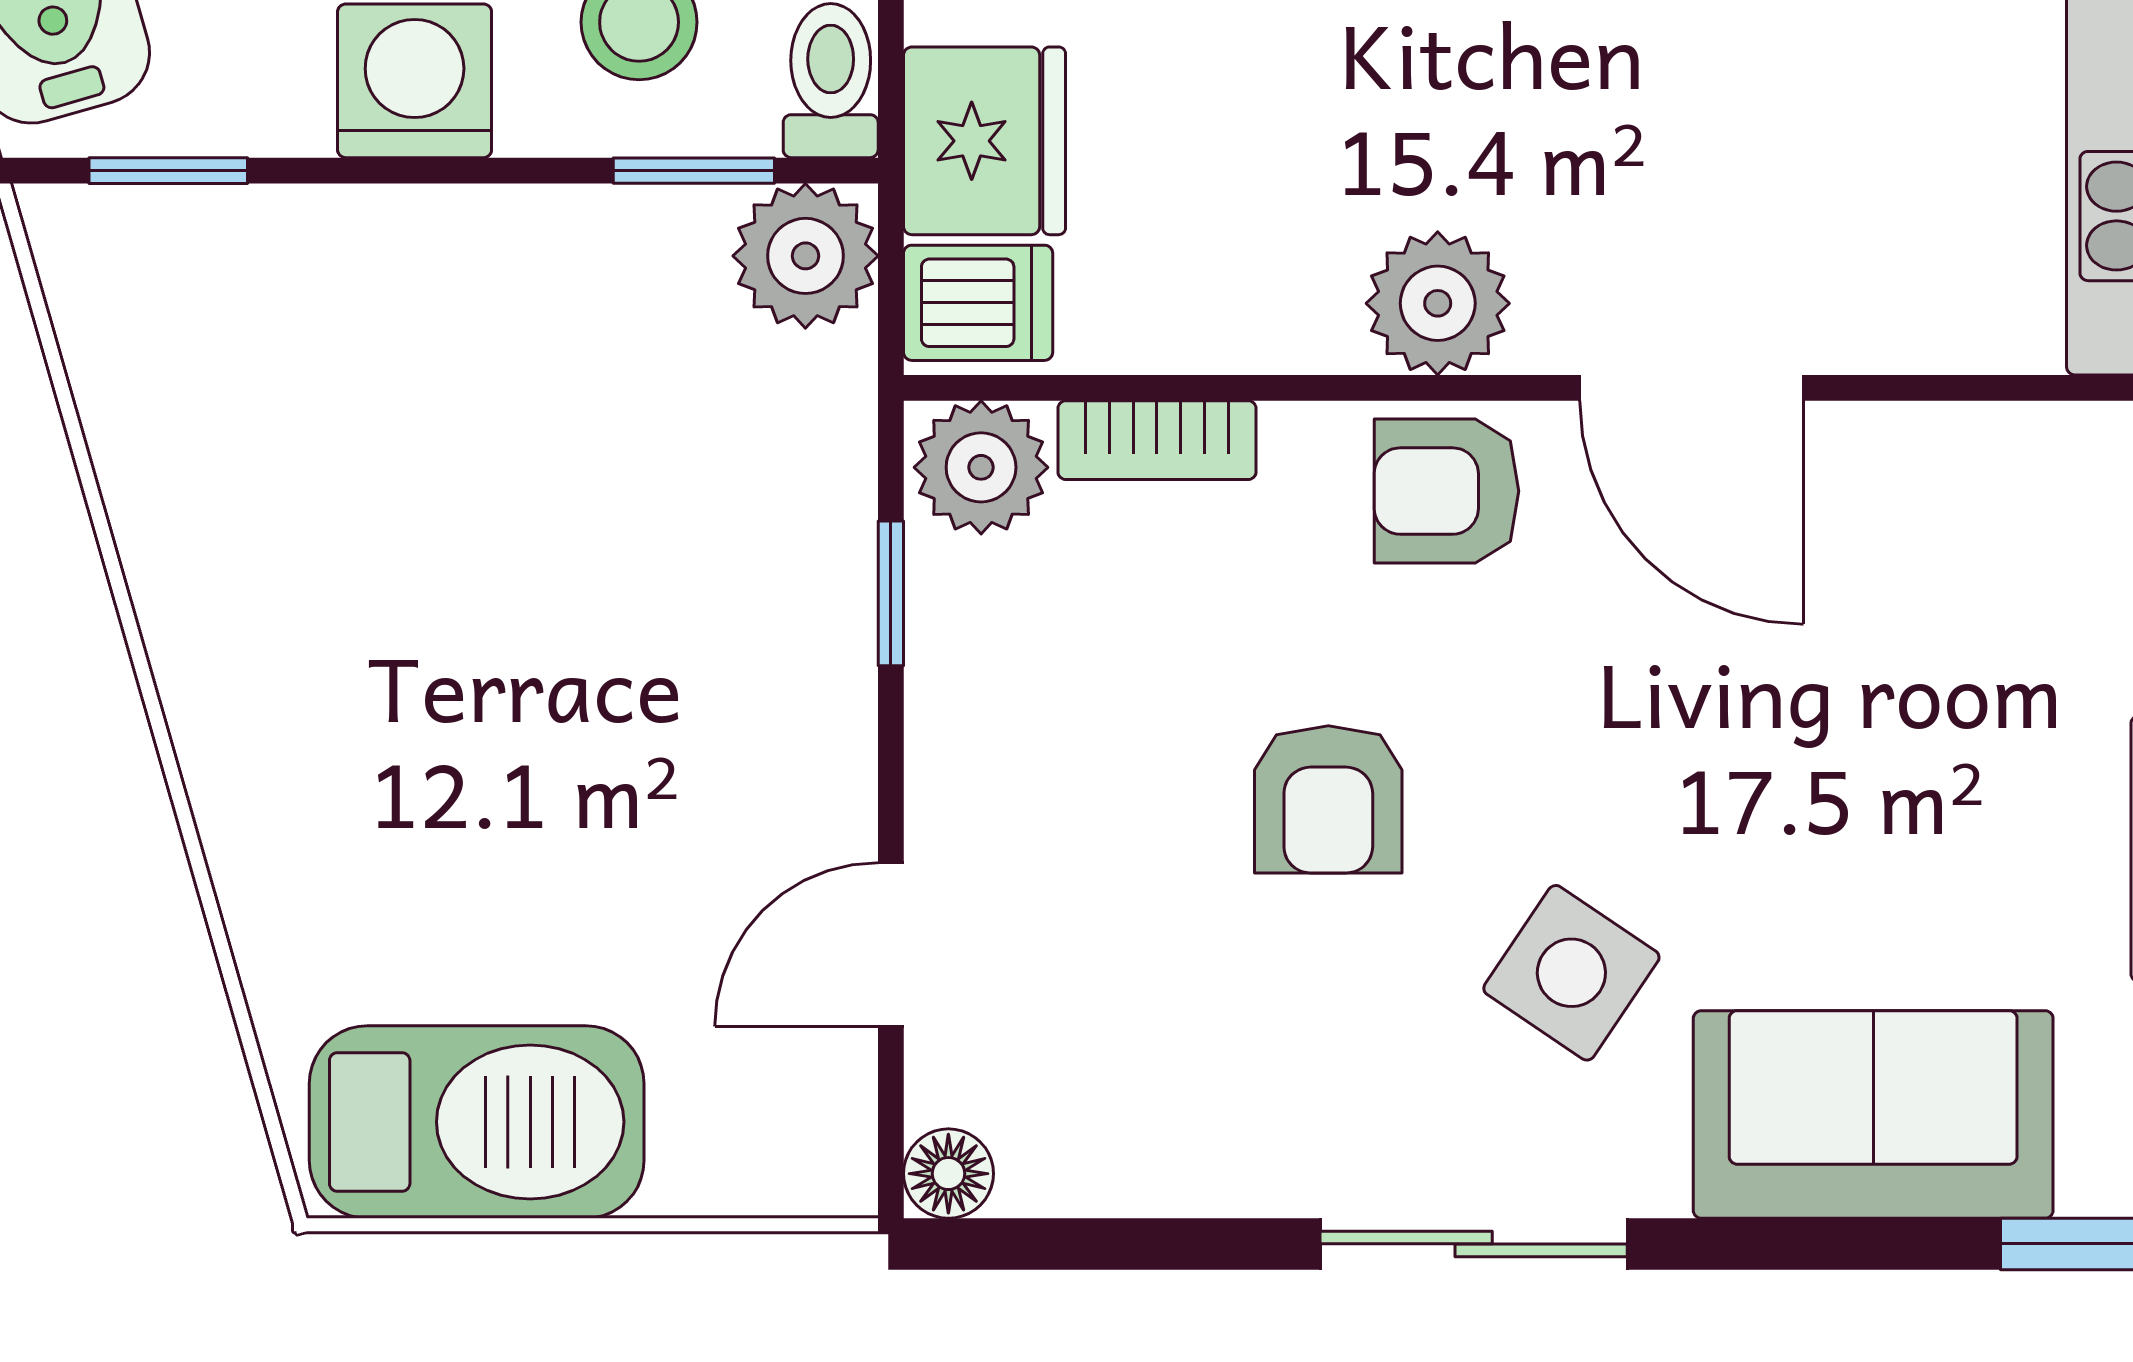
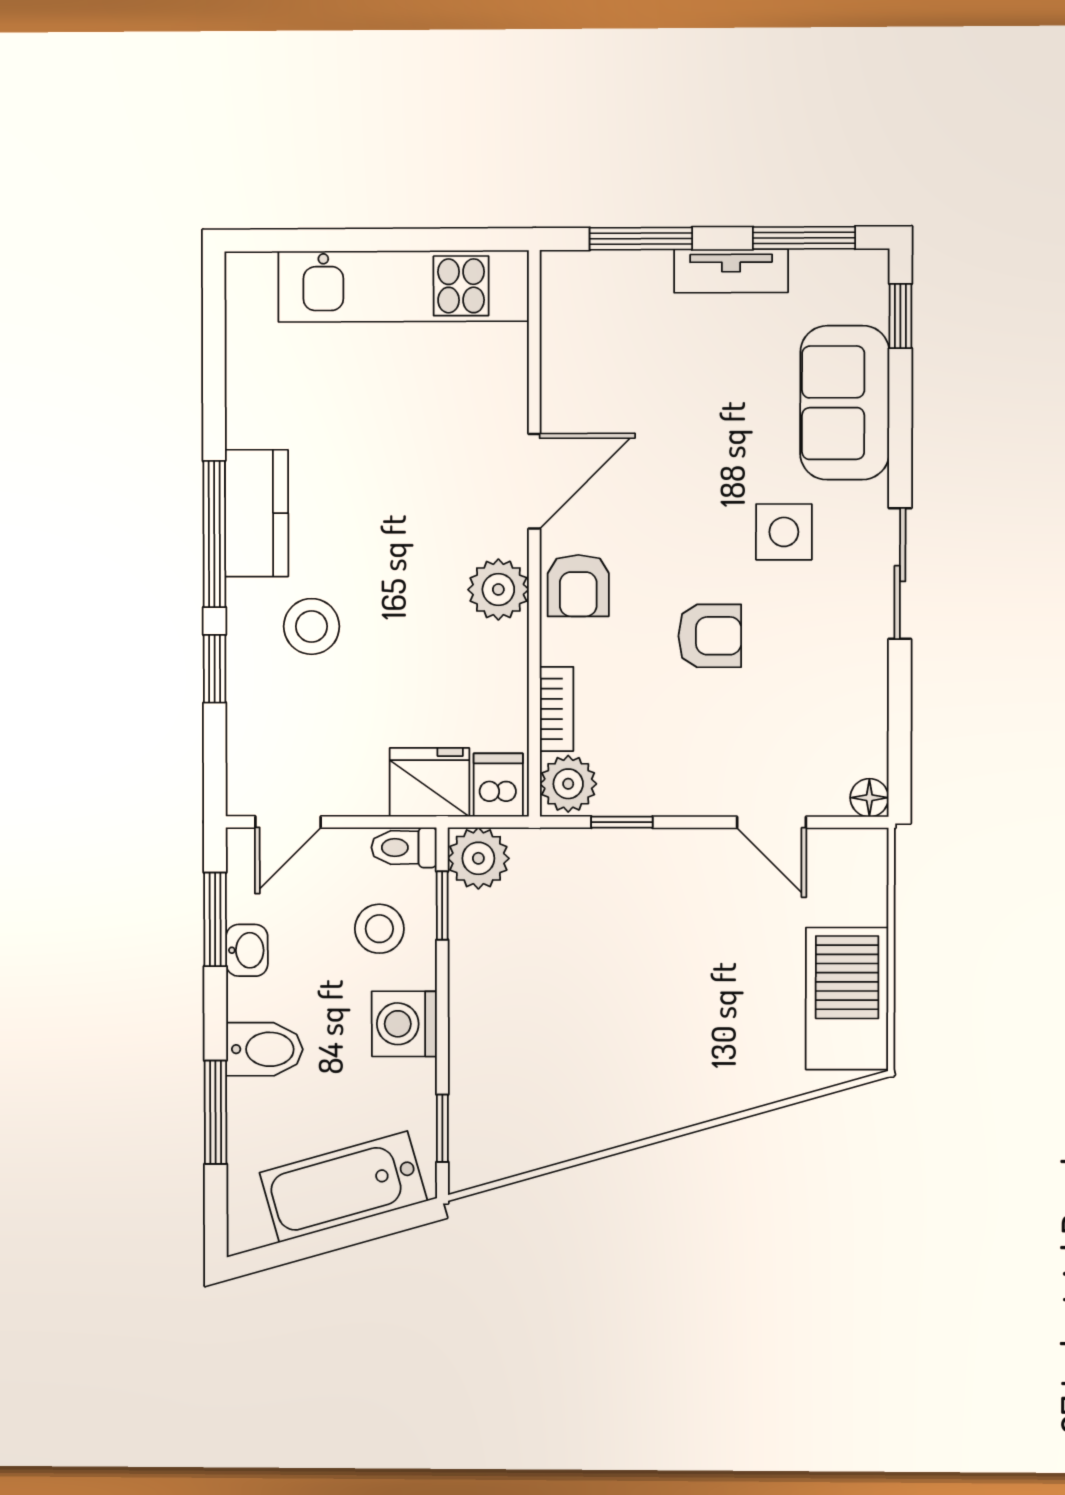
side table: (1571, 973) -> (784, 532), turned -34

